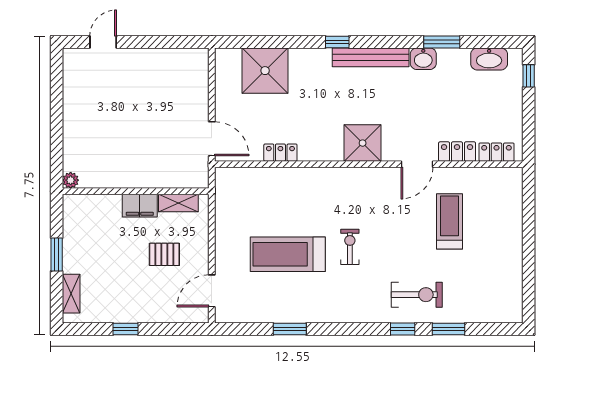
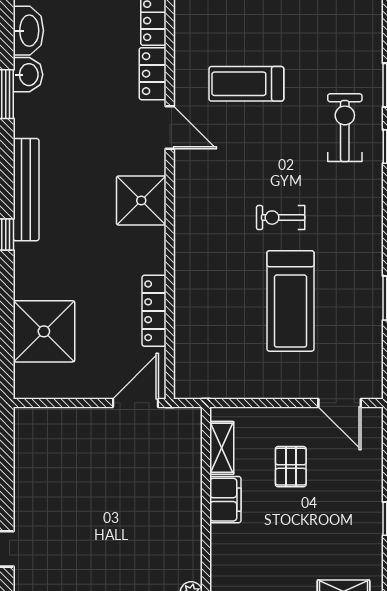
washbasin: (423, 59) -> (28, 75), moved
locker: (280, 153) -> (154, 311), width x1.53

